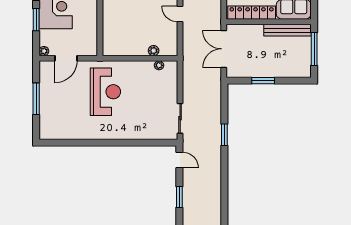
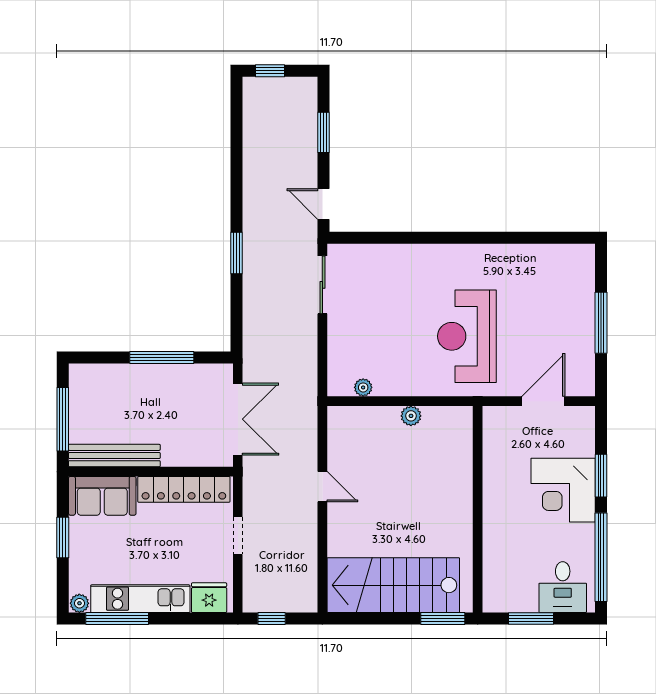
plant: (44, 51) -> (586, 415), removed
plant: (154, 51) -> (411, 416), moved
window: (263, 81) -> (162, 358), width x1.44

